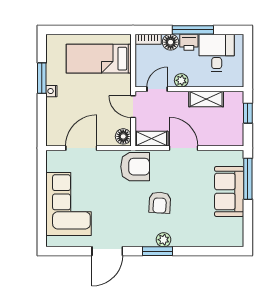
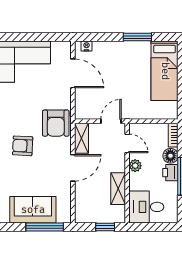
desk: (217, 53) -> (146, 207), moved, turned 180
bed: (99, 59) -> (165, 71), moved, turned 180
nightstand: (51, 91) -> (87, 46), moved
floor lamp: (123, 136) -> (84, 112), removed

